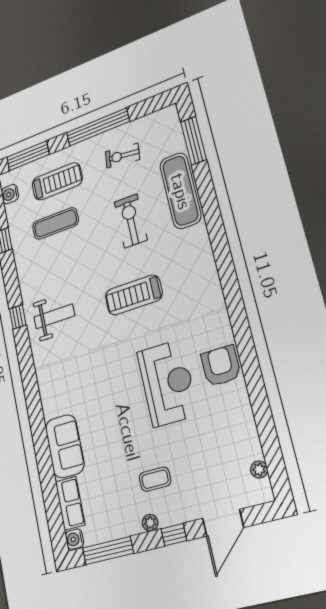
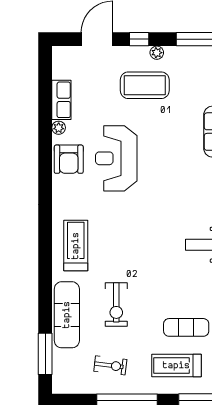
treadmill: (134, 295) -> (76, 246), moved, turned -90
row of seats: (247, 435) -> (61, 100), added
plant: (259, 470) -> (59, 128), moved
coffee table: (155, 479) -> (145, 85), width x1.86, depth x1.72

